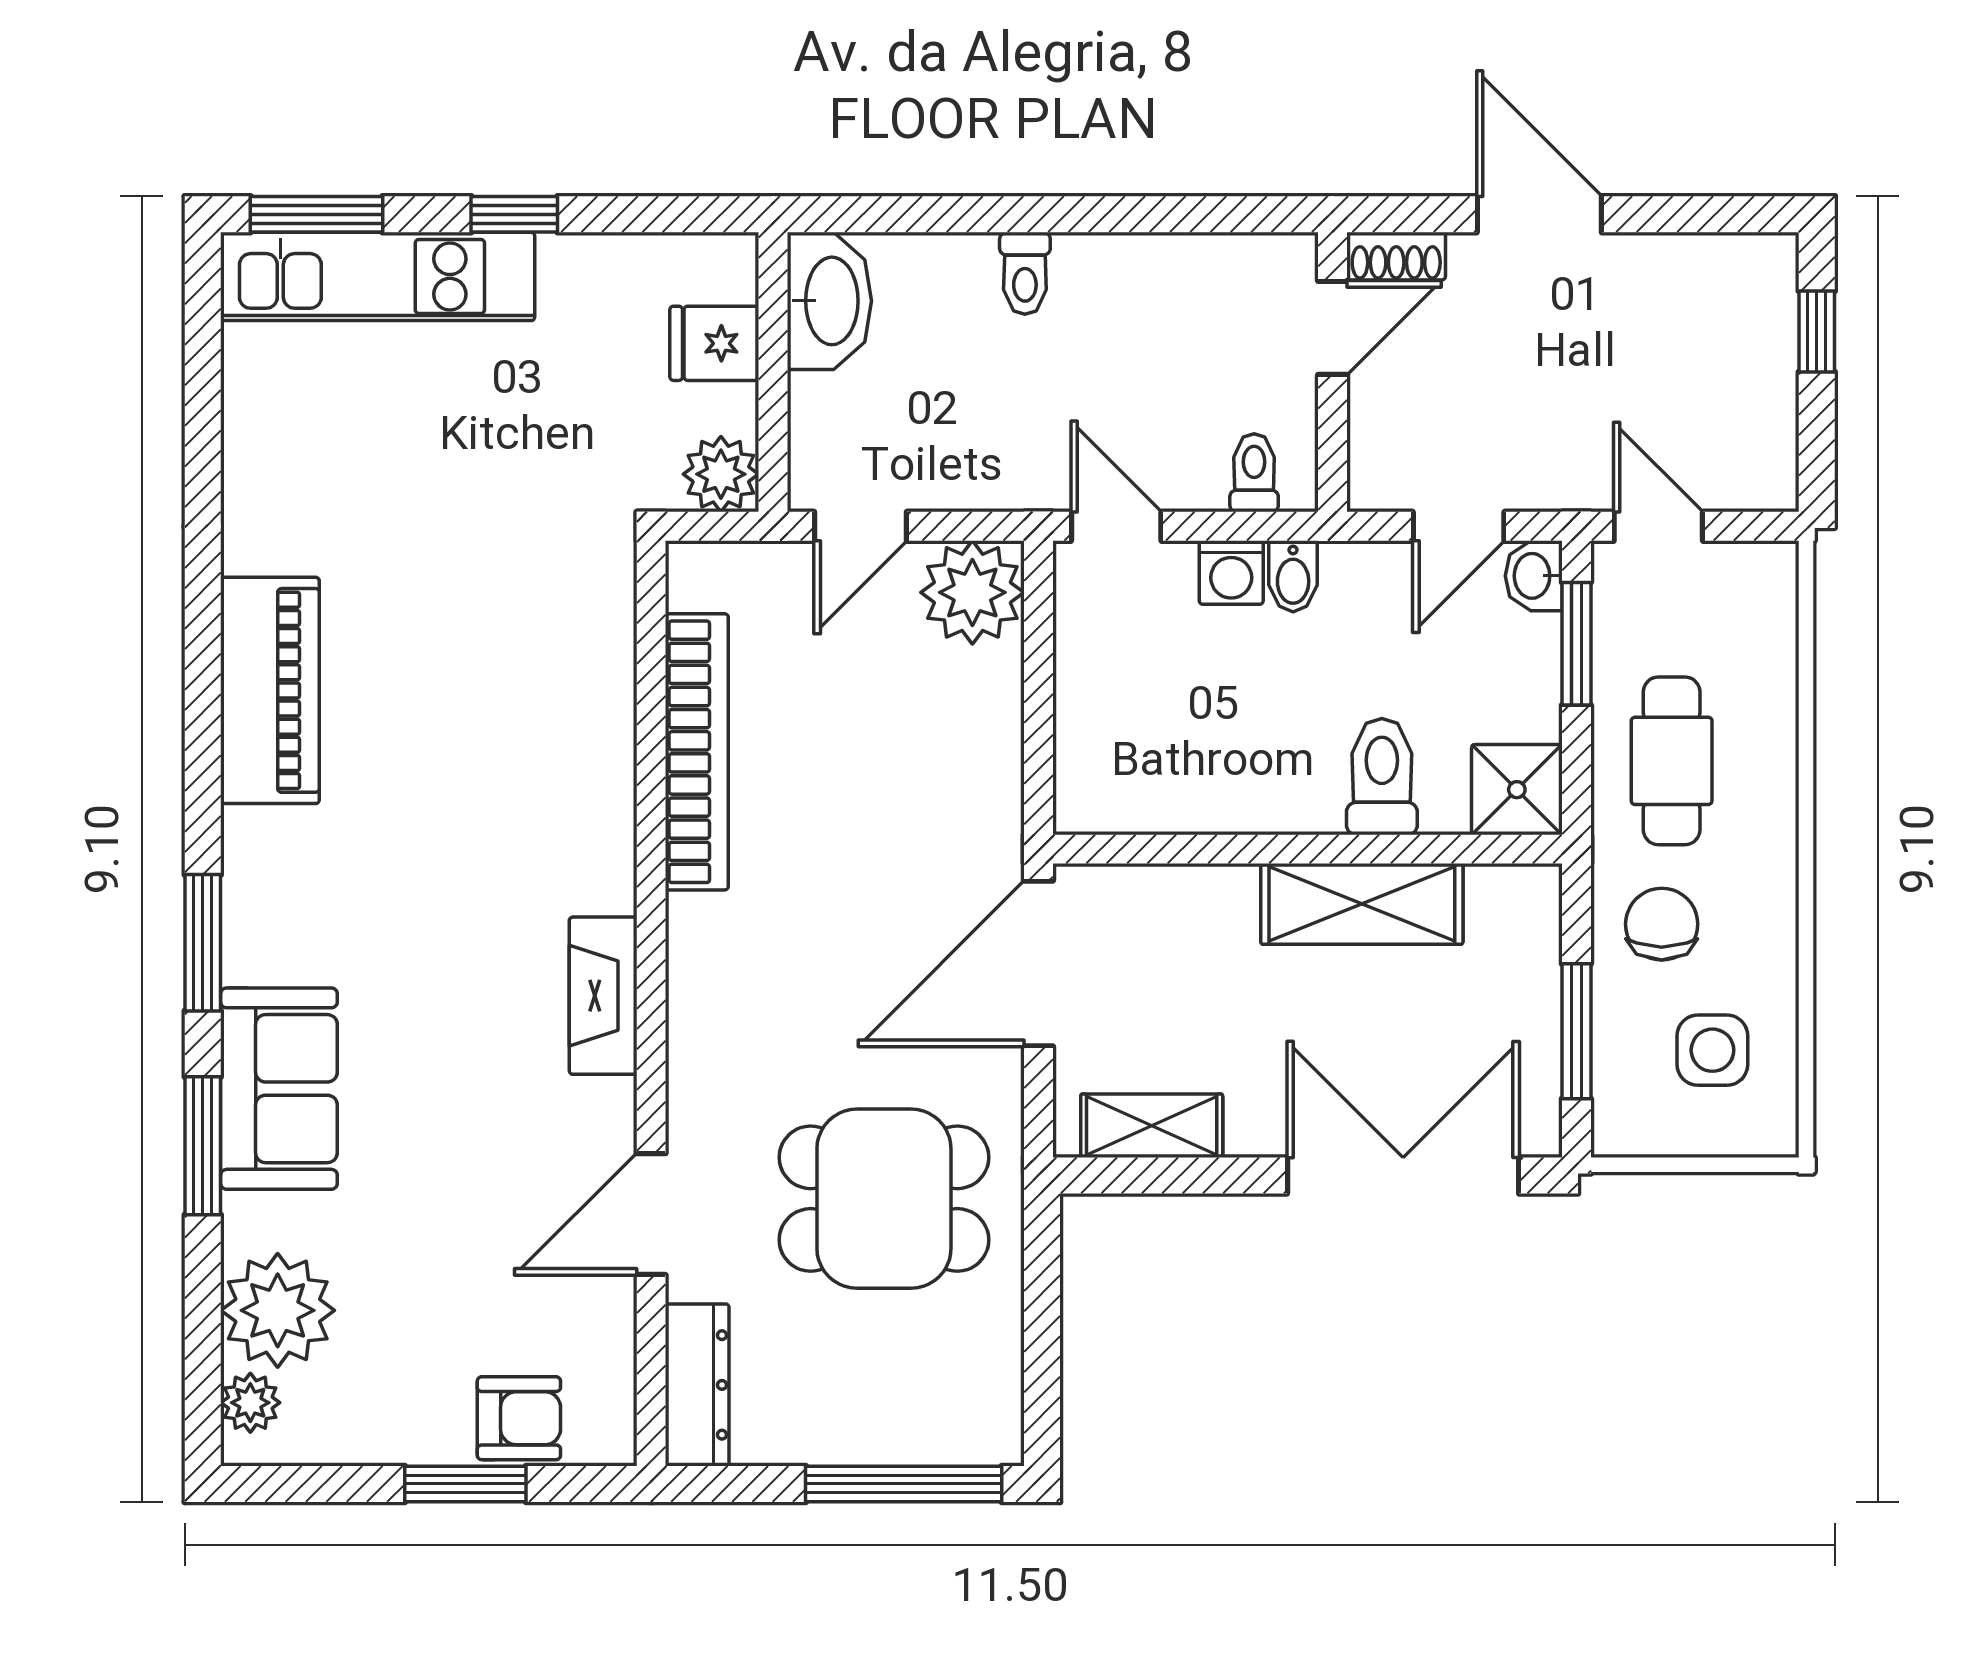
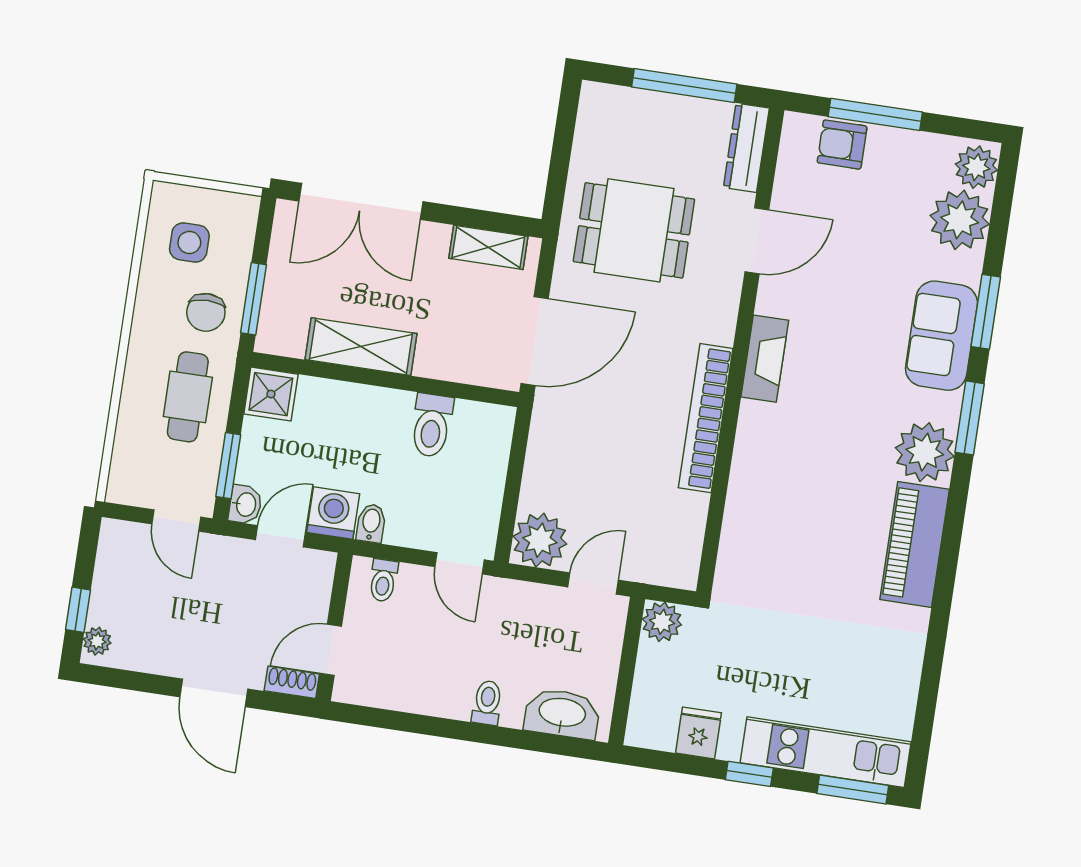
plant: (1772, 278) -> (97, 641), added
washbasin: (829, 301) -> (562, 714), moved, turned 90
fridge: (714, 343) -> (698, 733), moved, turned -90
washing machine: (1231, 573) -> (333, 513), moved, width x1.38, depth x1.38
bookcase: (697, 752) -> (706, 418), moved
toilet: (1382, 777) -> (432, 425), moved
plant: (277, 866) -> (925, 452), added
window: (1576, 1031) -> (254, 299), moved
plant: (250, 1403) -> (976, 167), width x1.38, depth x1.38
window: (465, 1484) -> (875, 114), width x1.44
window: (904, 1484) -> (684, 85), moved

